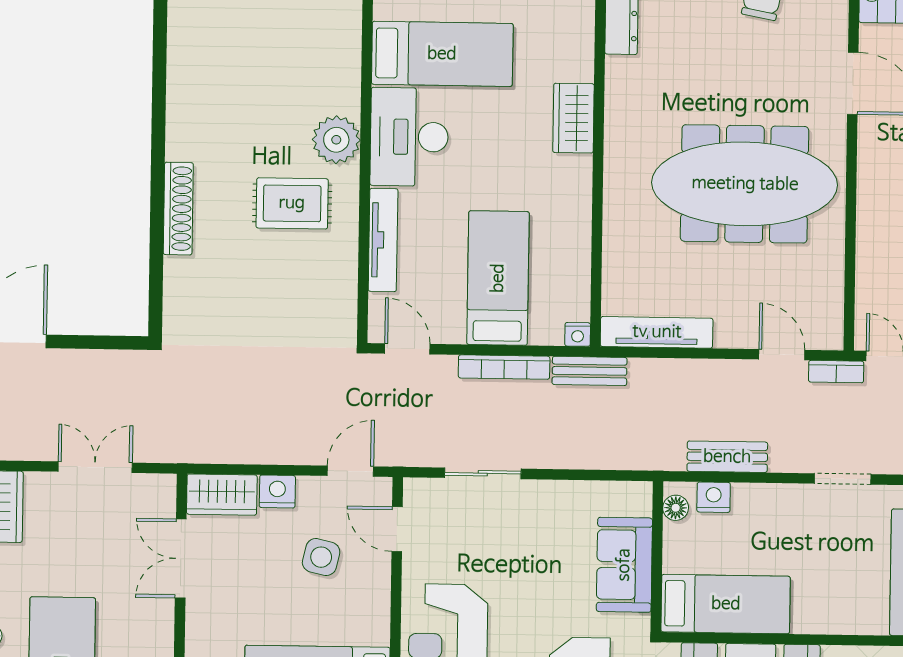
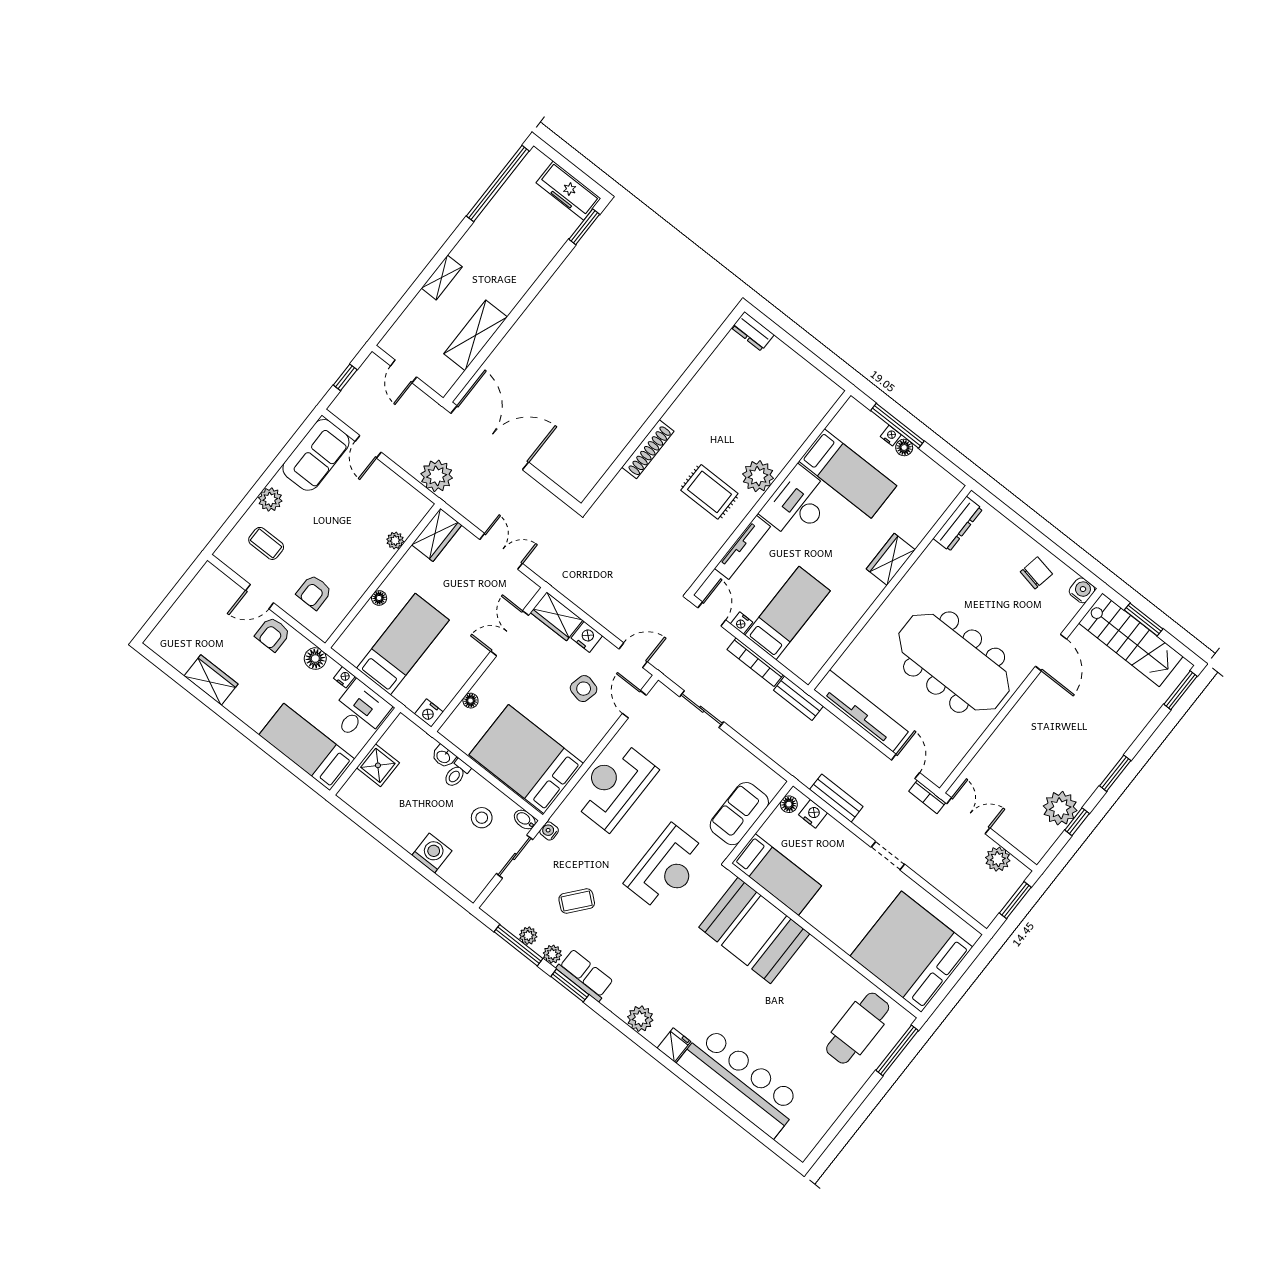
tv unit: (657, 332) -> (861, 711), width x1.36, depth x1.29
nightstand: (578, 334) -> (742, 623), moved

